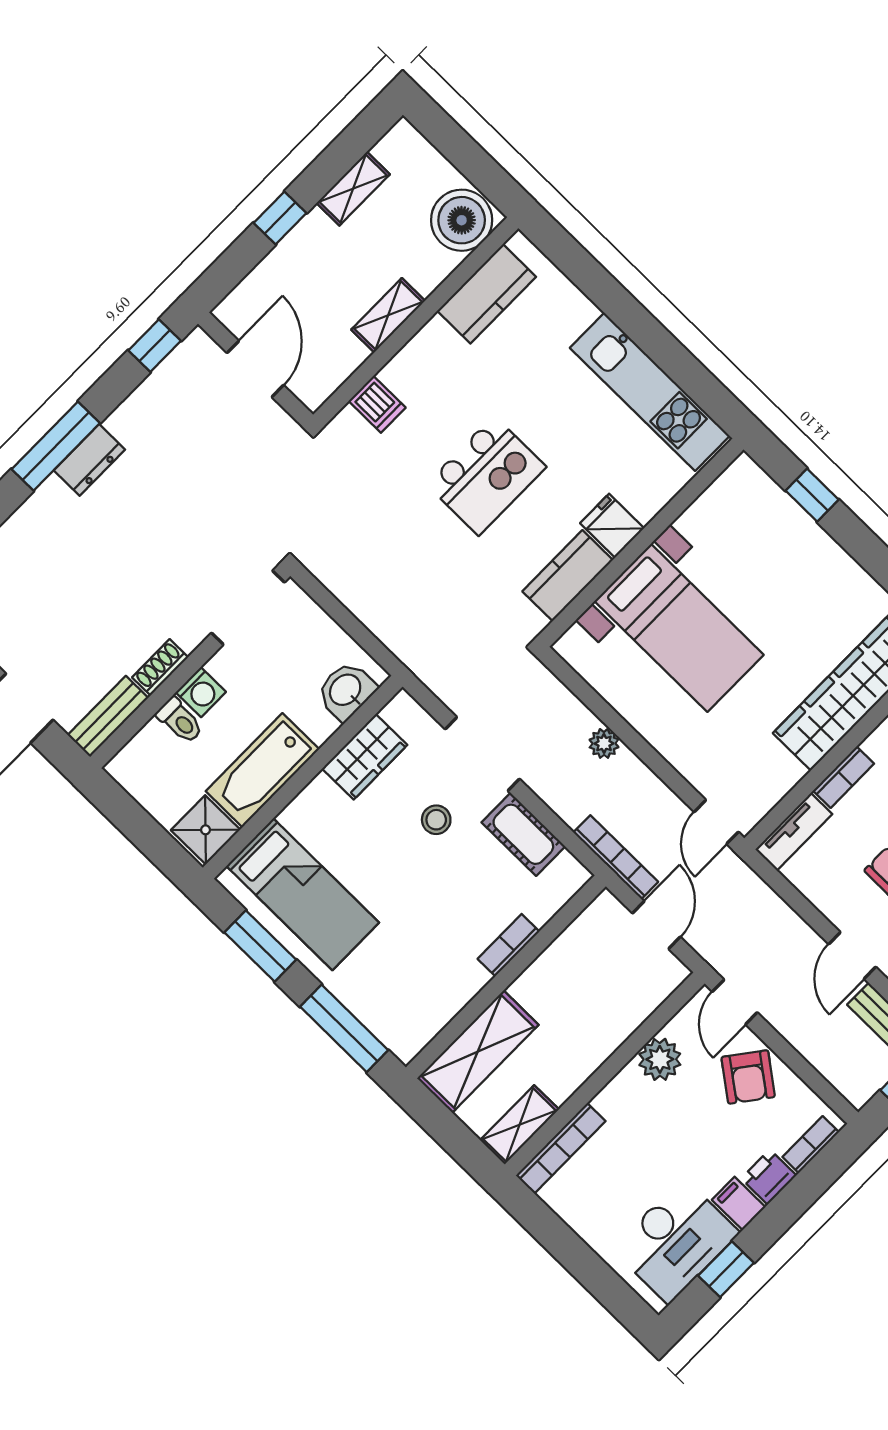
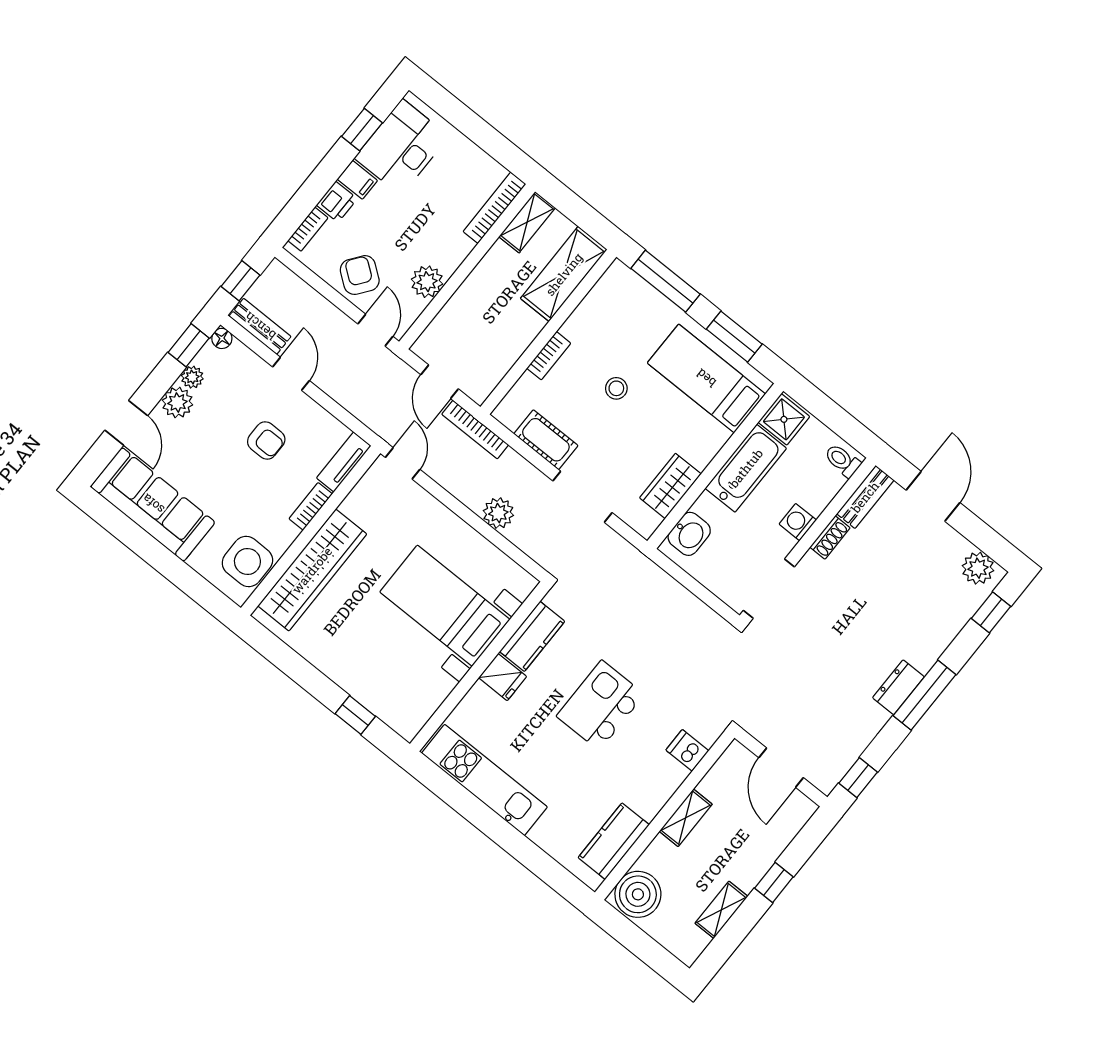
toilet: (180, 720) -> (842, 460), moved
plant: (604, 743) -> (498, 513), width x1.38, depth x1.38
stool: (436, 820) -> (616, 388), moved

